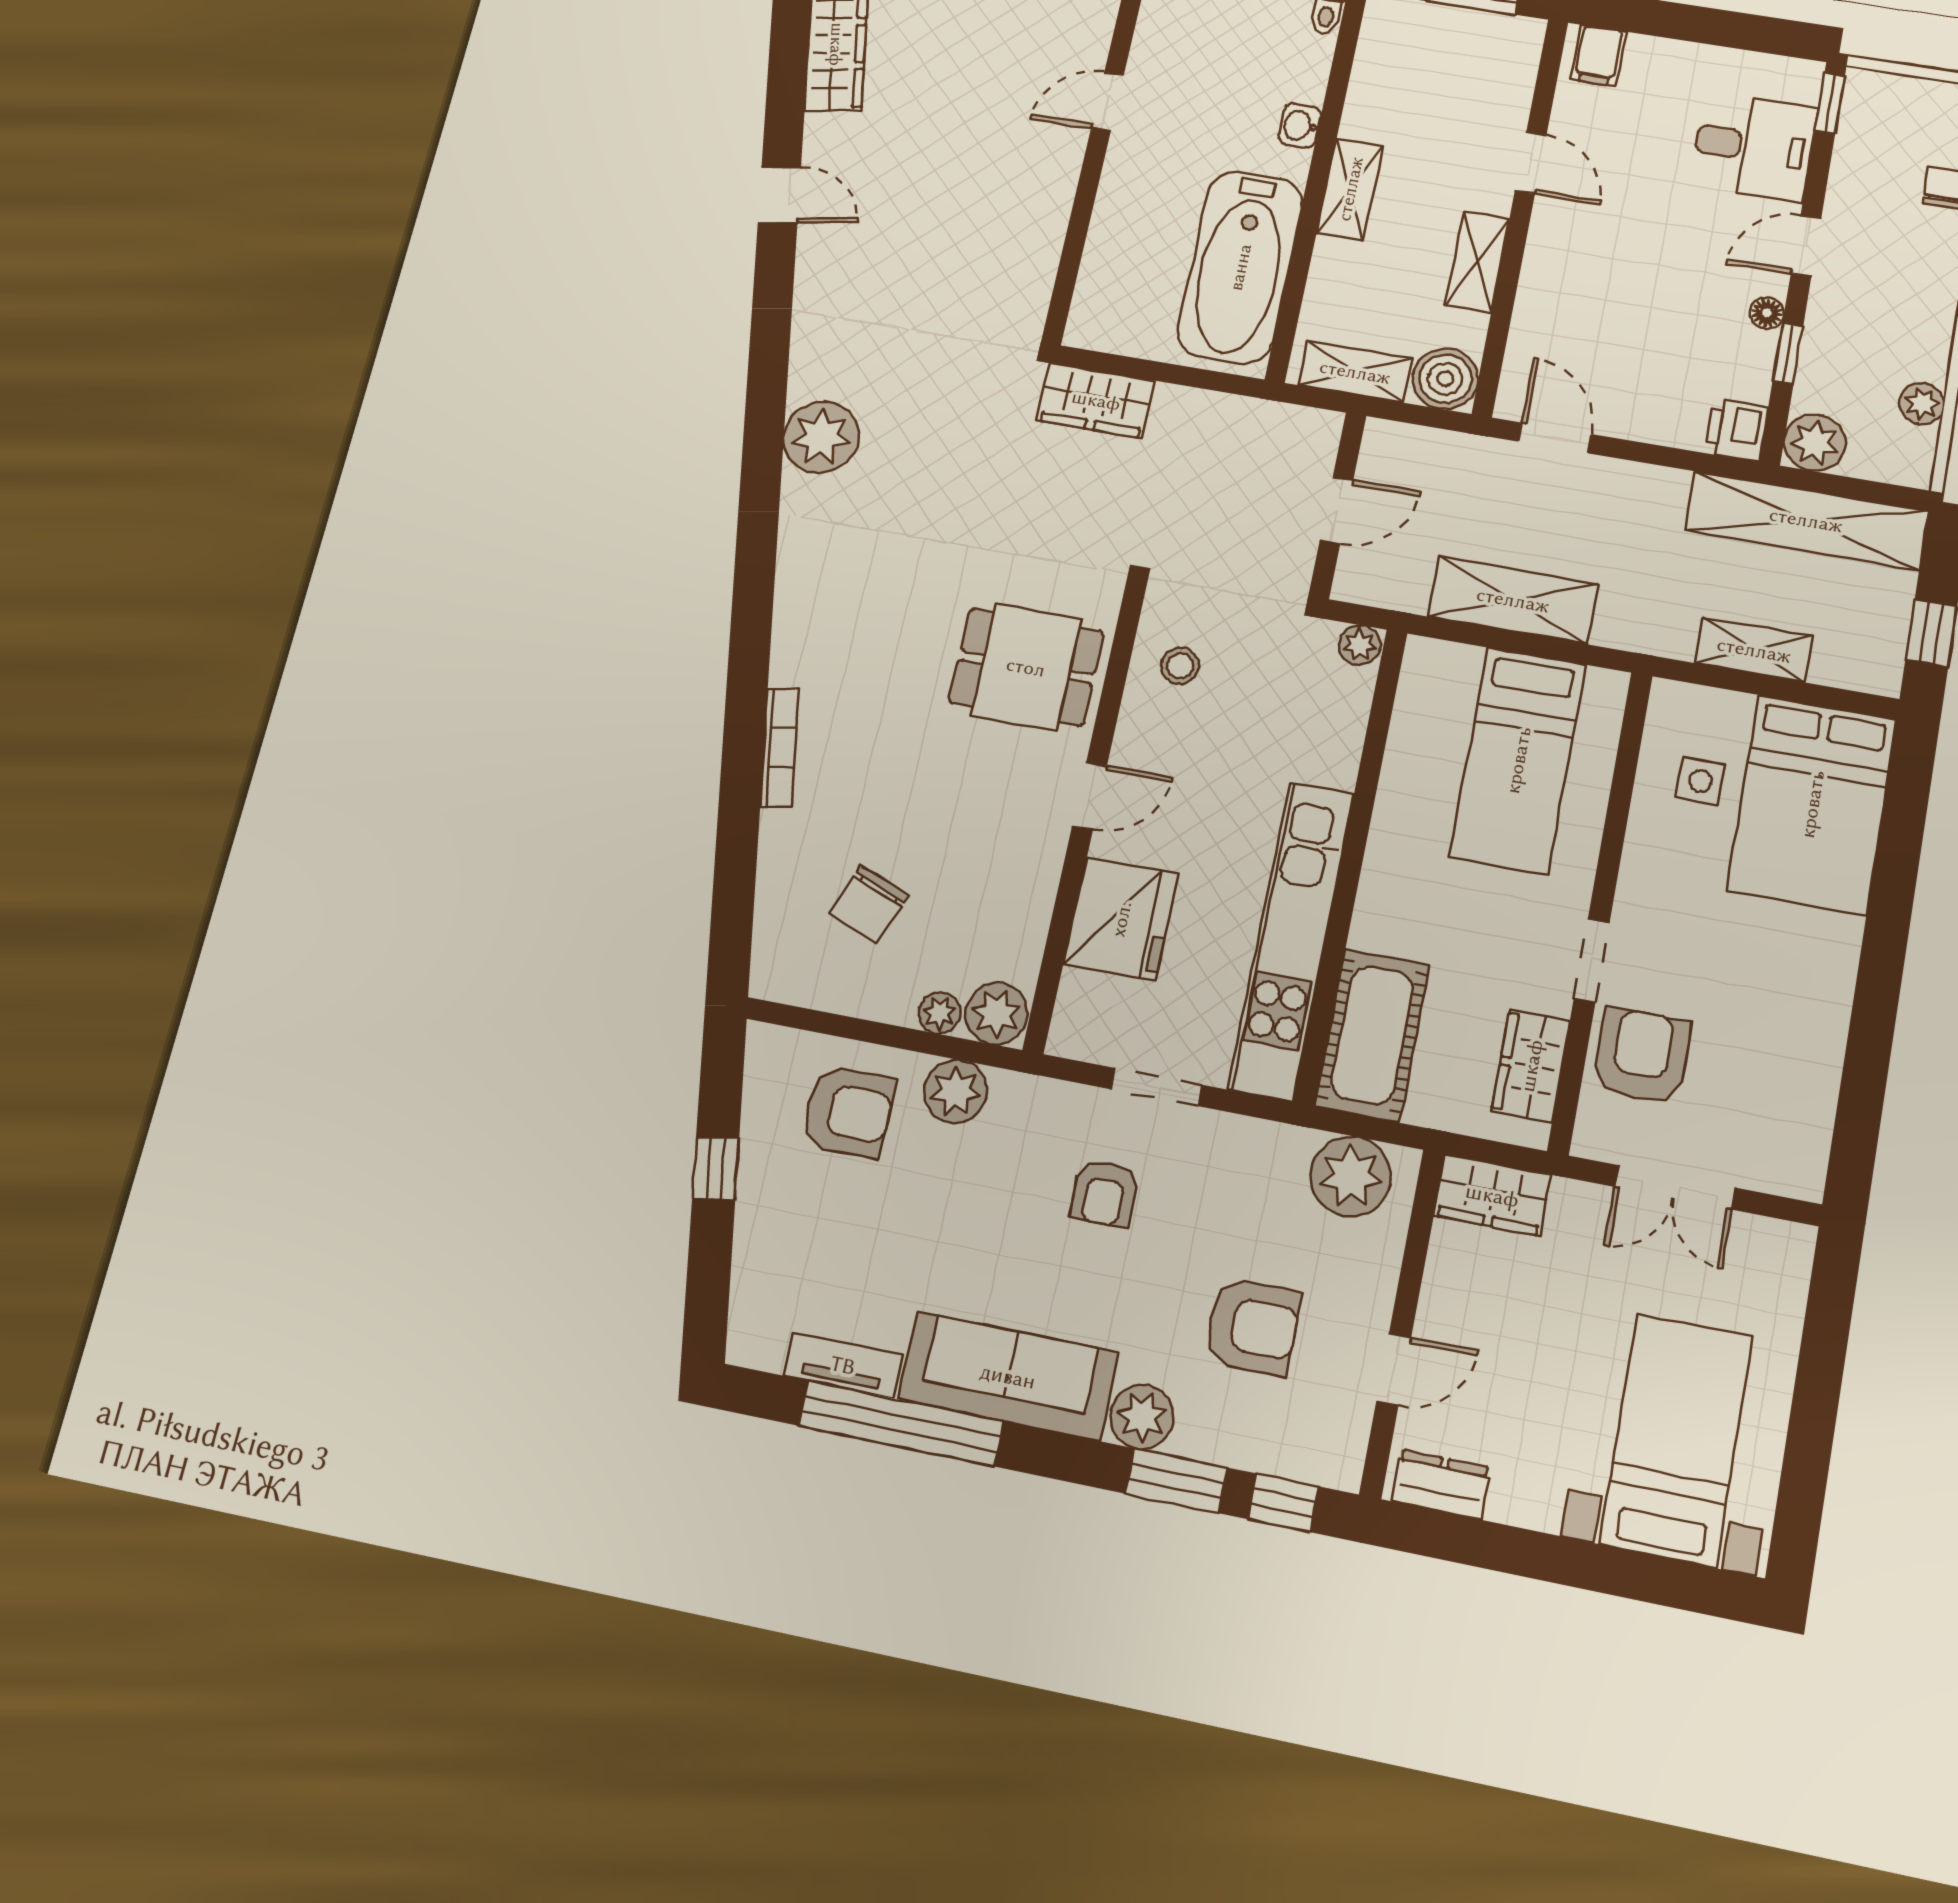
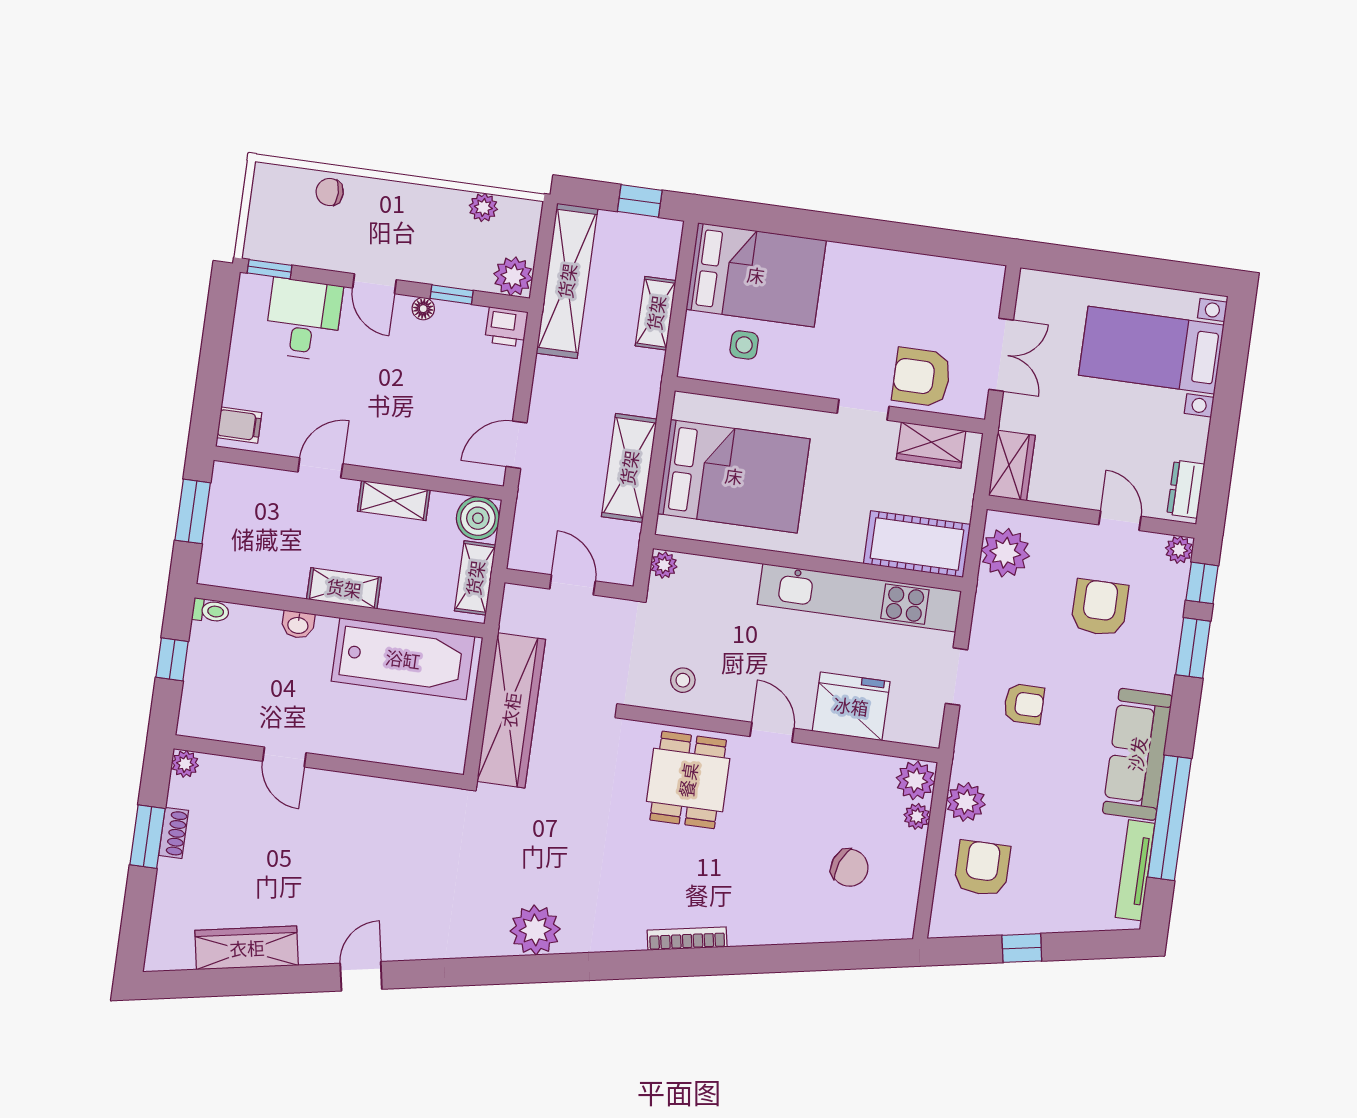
wardrobe: (1096, 400) -> (511, 710), width x2.10, depth x1.17
bookcase: (779, 747) -> (687, 939), moved
bed: (1518, 760) -> (734, 476), width x1.50
tv unit: (843, 1365) -> (1135, 870), width x1.41
plant: (1142, 1417) -> (1179, 550), moved, width x0.73, depth x0.73

